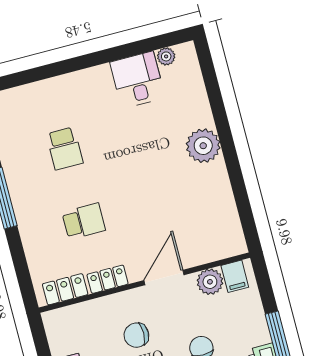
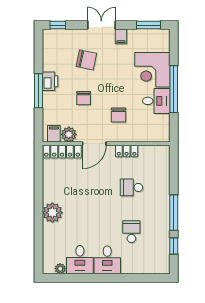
desk: (92, 91) -> (107, 260), added
locker: (65, 289) -> (62, 152), moved, width x1.53
chair: (136, 335) -> (119, 115), turned 90

